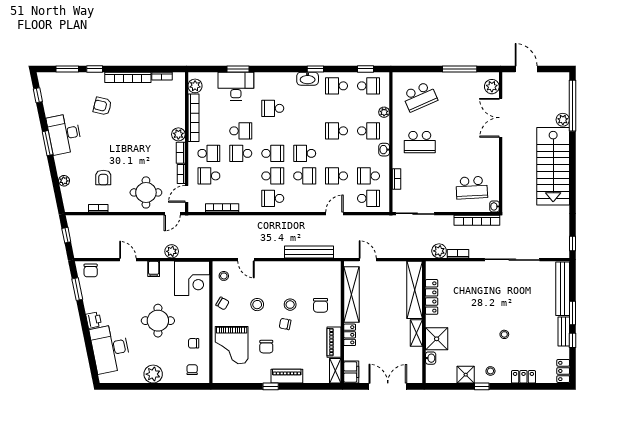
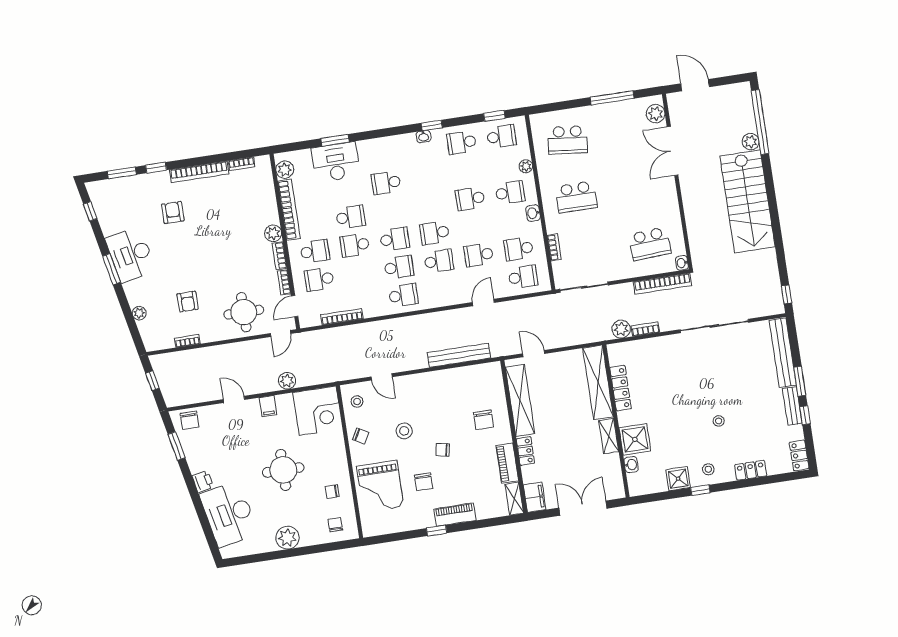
washbasin: (308, 79) -> (424, 137), width x0.52, depth x0.69
school desk: (420, 97) -> (568, 140), turned 30
armchair: (102, 106) -> (173, 213), turned 76
school desk: (273, 198) -> (403, 295), turned 180
stool: (290, 305) -> (445, 425), removed

